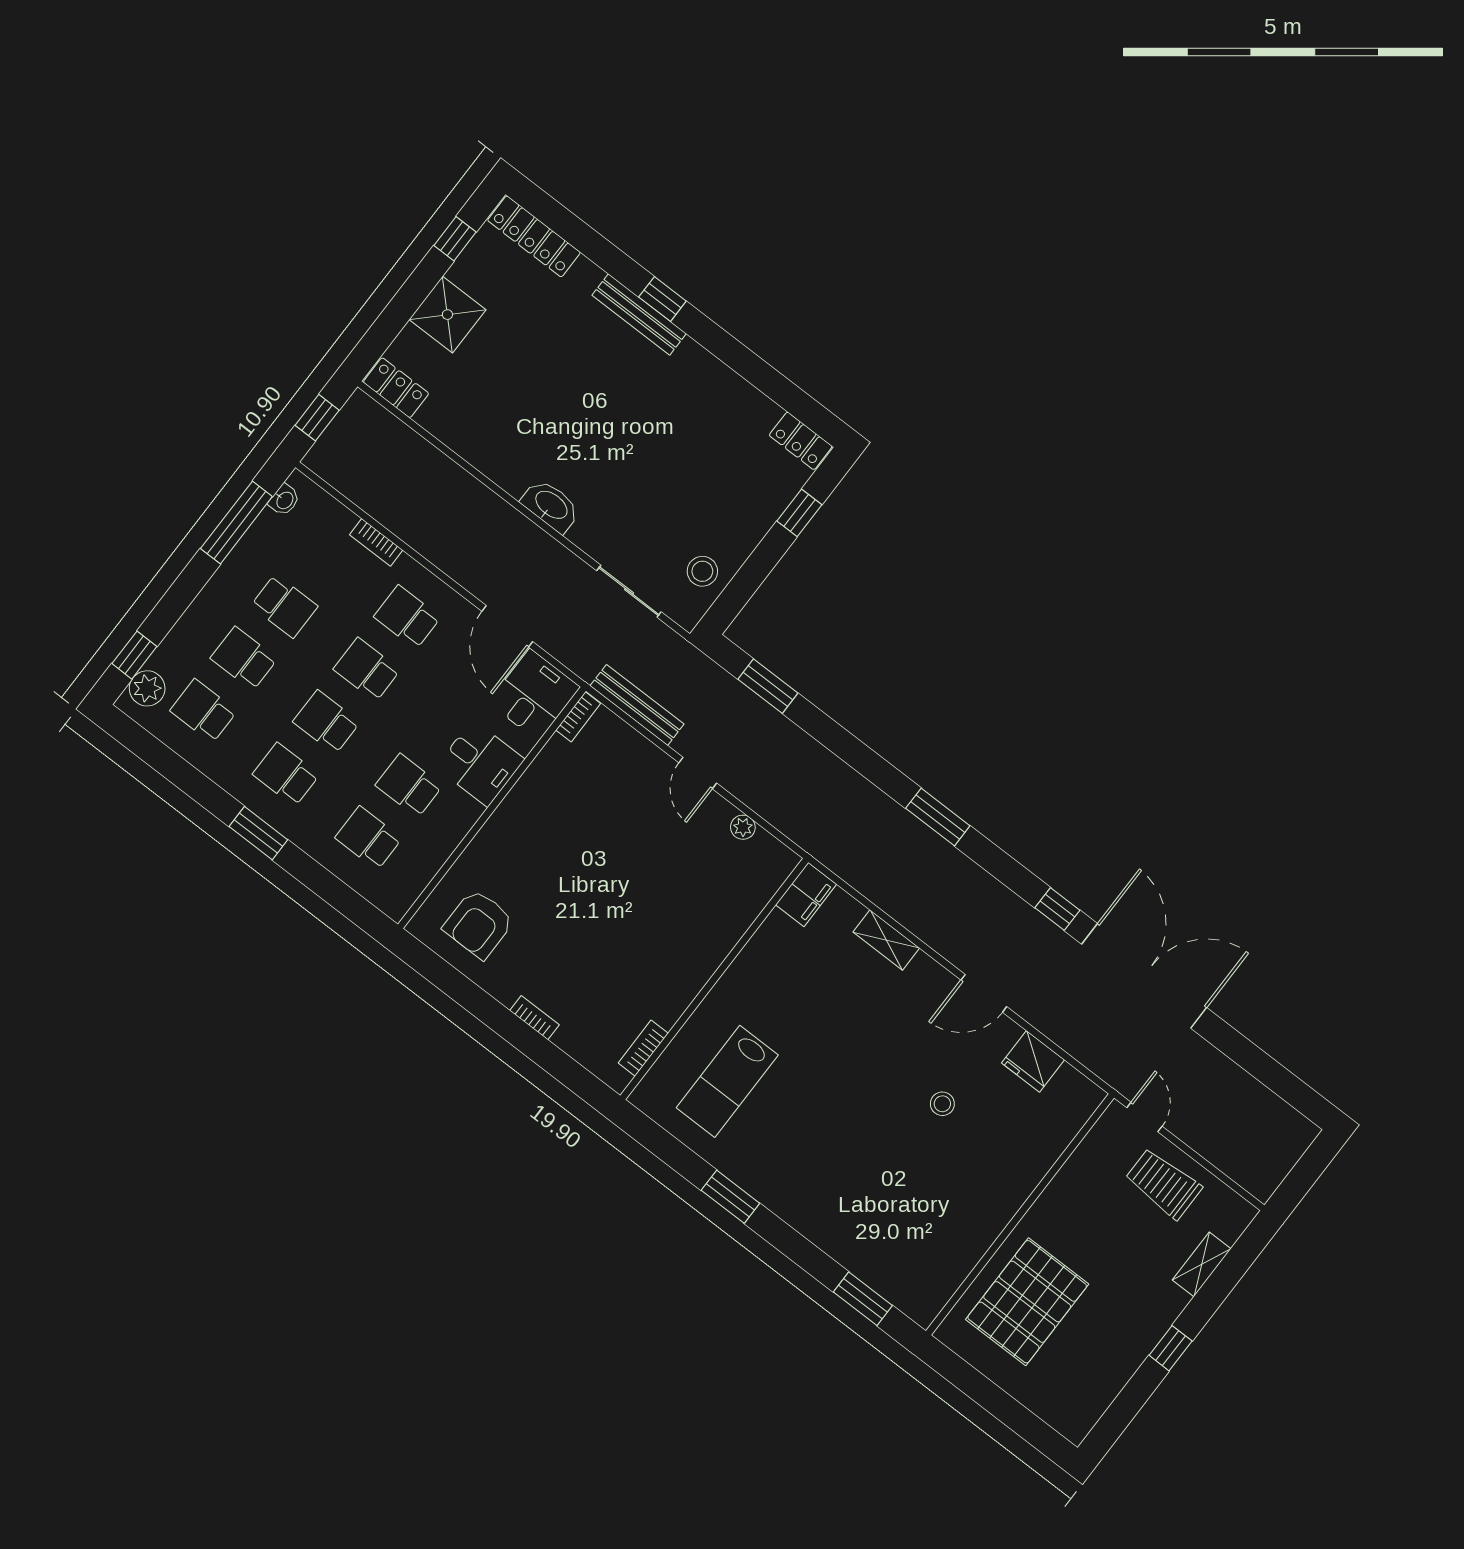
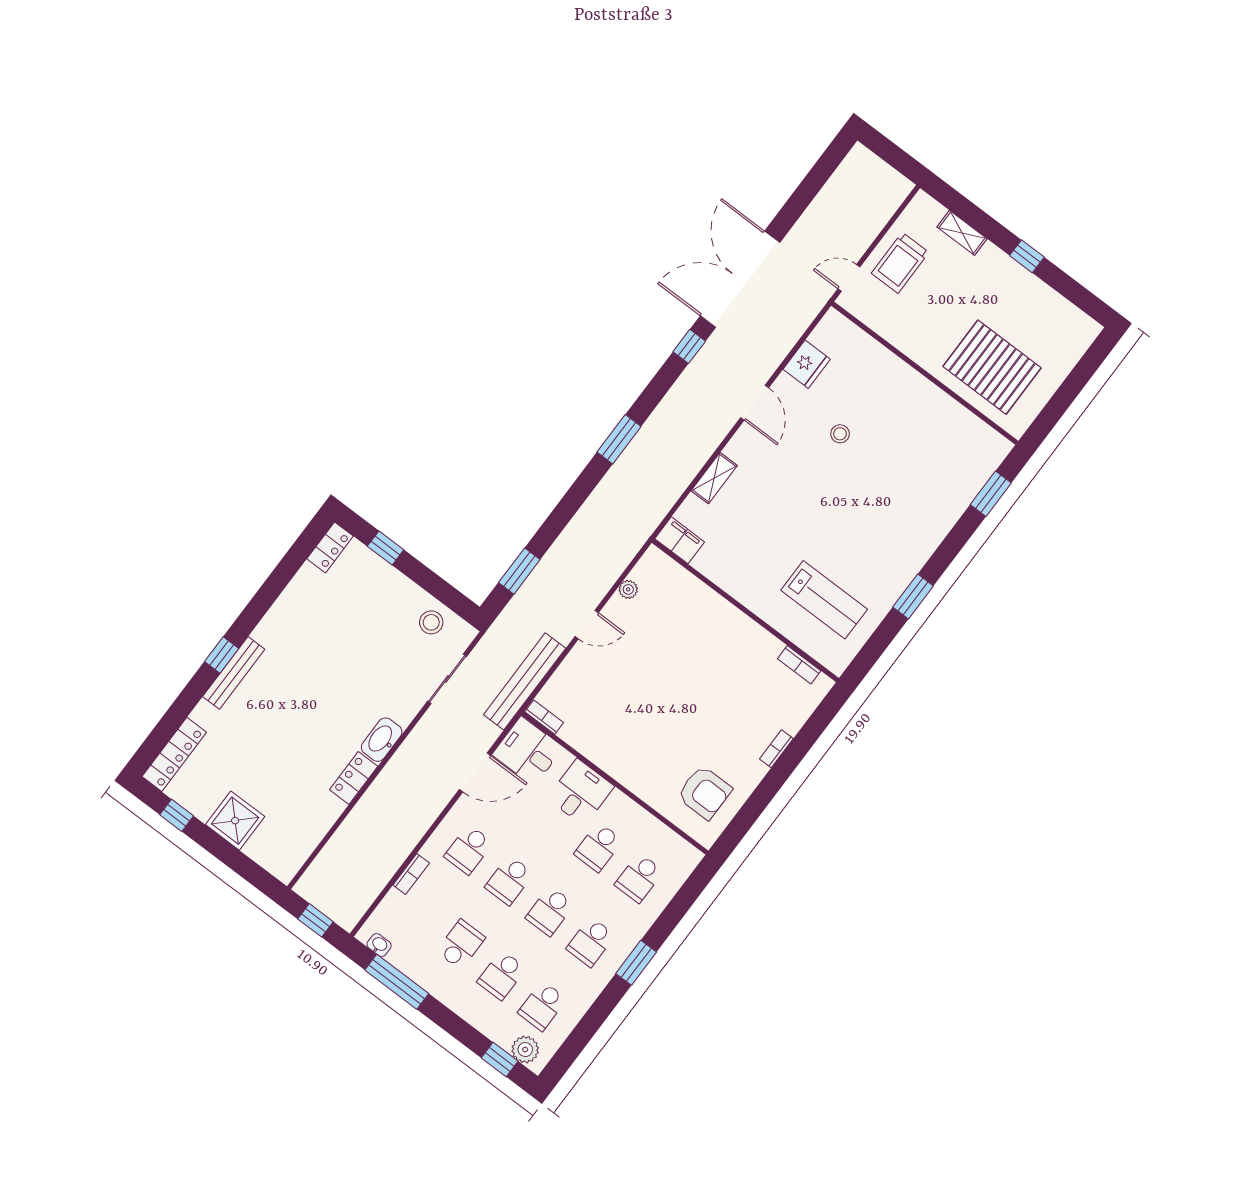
locker: (396, 388) -> (354, 778), moved
bench: (637, 705) -> (525, 681), width x1.37, depth x1.21

